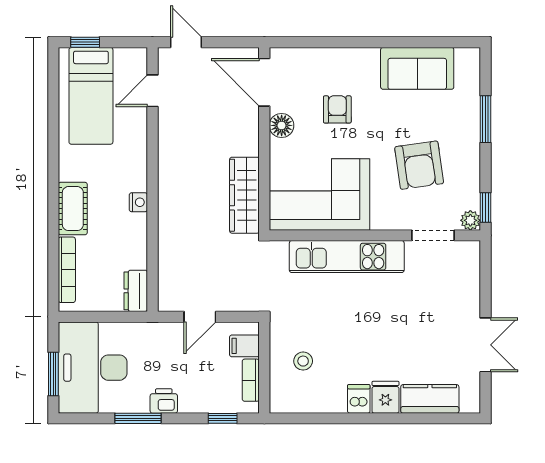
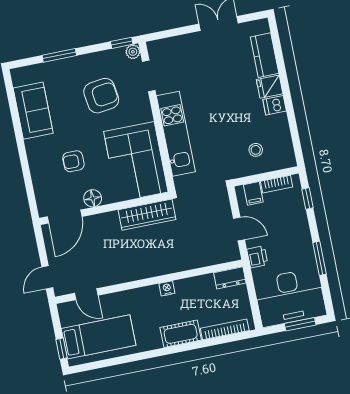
printer: (164, 401) -> (257, 257), moved, turned 180

